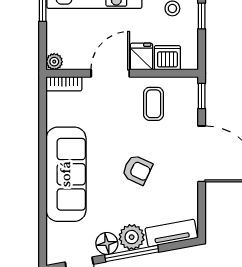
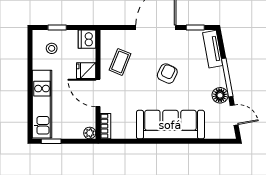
dishwasher: (167, 58) -> (87, 39), moved
window: (202, 96) -> (195, 27), moved
coffee table: (153, 104) -> (120, 62), turned -68
plant: (132, 237) -> (215, 78), removed

